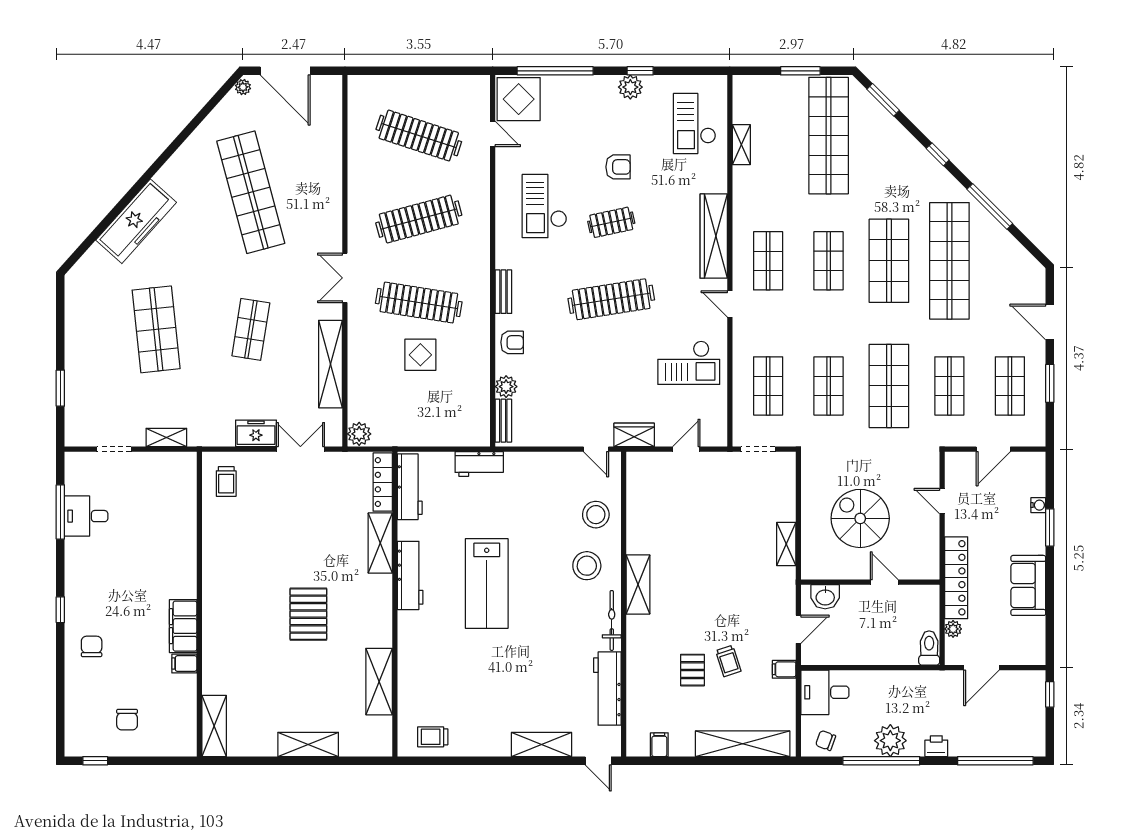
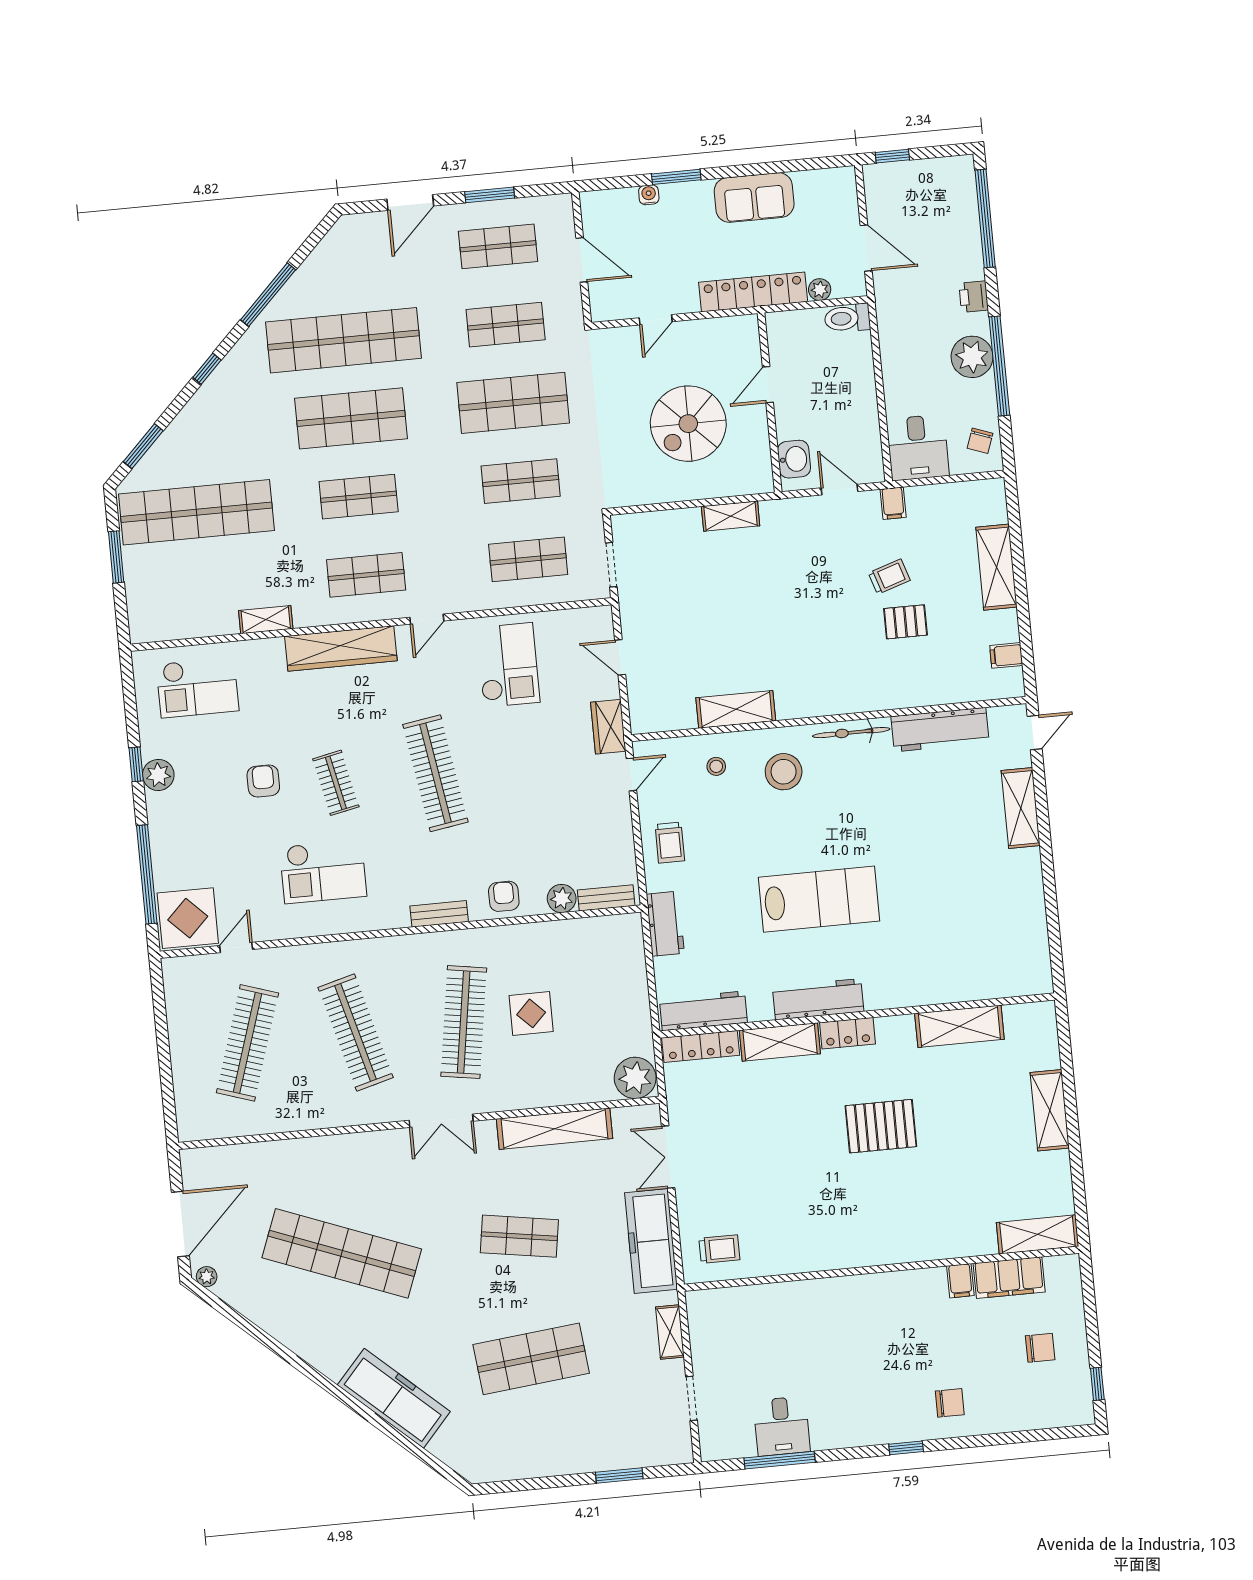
shelving: (741, 145) -> (266, 620), moved
shop shelf: (251, 192) -> (342, 1253), turned 36
freezer: (256, 433) -> (651, 1241), width x1.91, depth x1.26
plant: (359, 434) -> (635, 1078), width x1.36, depth x1.36
stool: (596, 515) -> (716, 766), width x0.53, depth x0.53
shelving: (638, 584) -> (736, 709), moved
locker: (382, 595) -> (848, 1033), added
filing cabinet: (183, 626) -> (1009, 1278), moved
chair: (92, 646) -> (950, 1403), turned 180
trolley: (433, 737) -> (670, 843), moved
shelving: (743, 744) -> (996, 567), width x0.68

